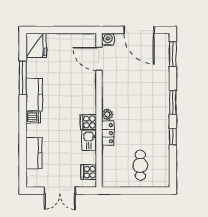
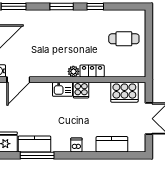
kitchen counter: (34, 94) -> (34, 144), moved
kitchen sink: (89, 141) -> (63, 89), moved
cooker: (89, 172) -> (124, 92), width x1.87, depth x1.31

